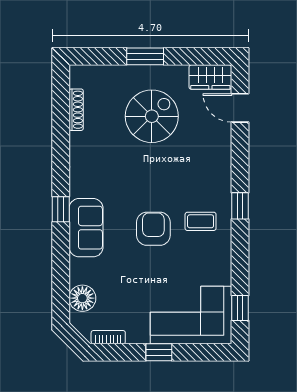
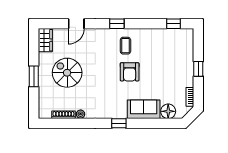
door: (240, 108) -> (76, 24), moved
plant: (77, 140) -> (81, 114), added
sofa: (86, 228) -> (144, 109), moved
armchair: (153, 229) -> (130, 72), turned -90
corner sofa: (191, 315) -> (178, 51), removed

